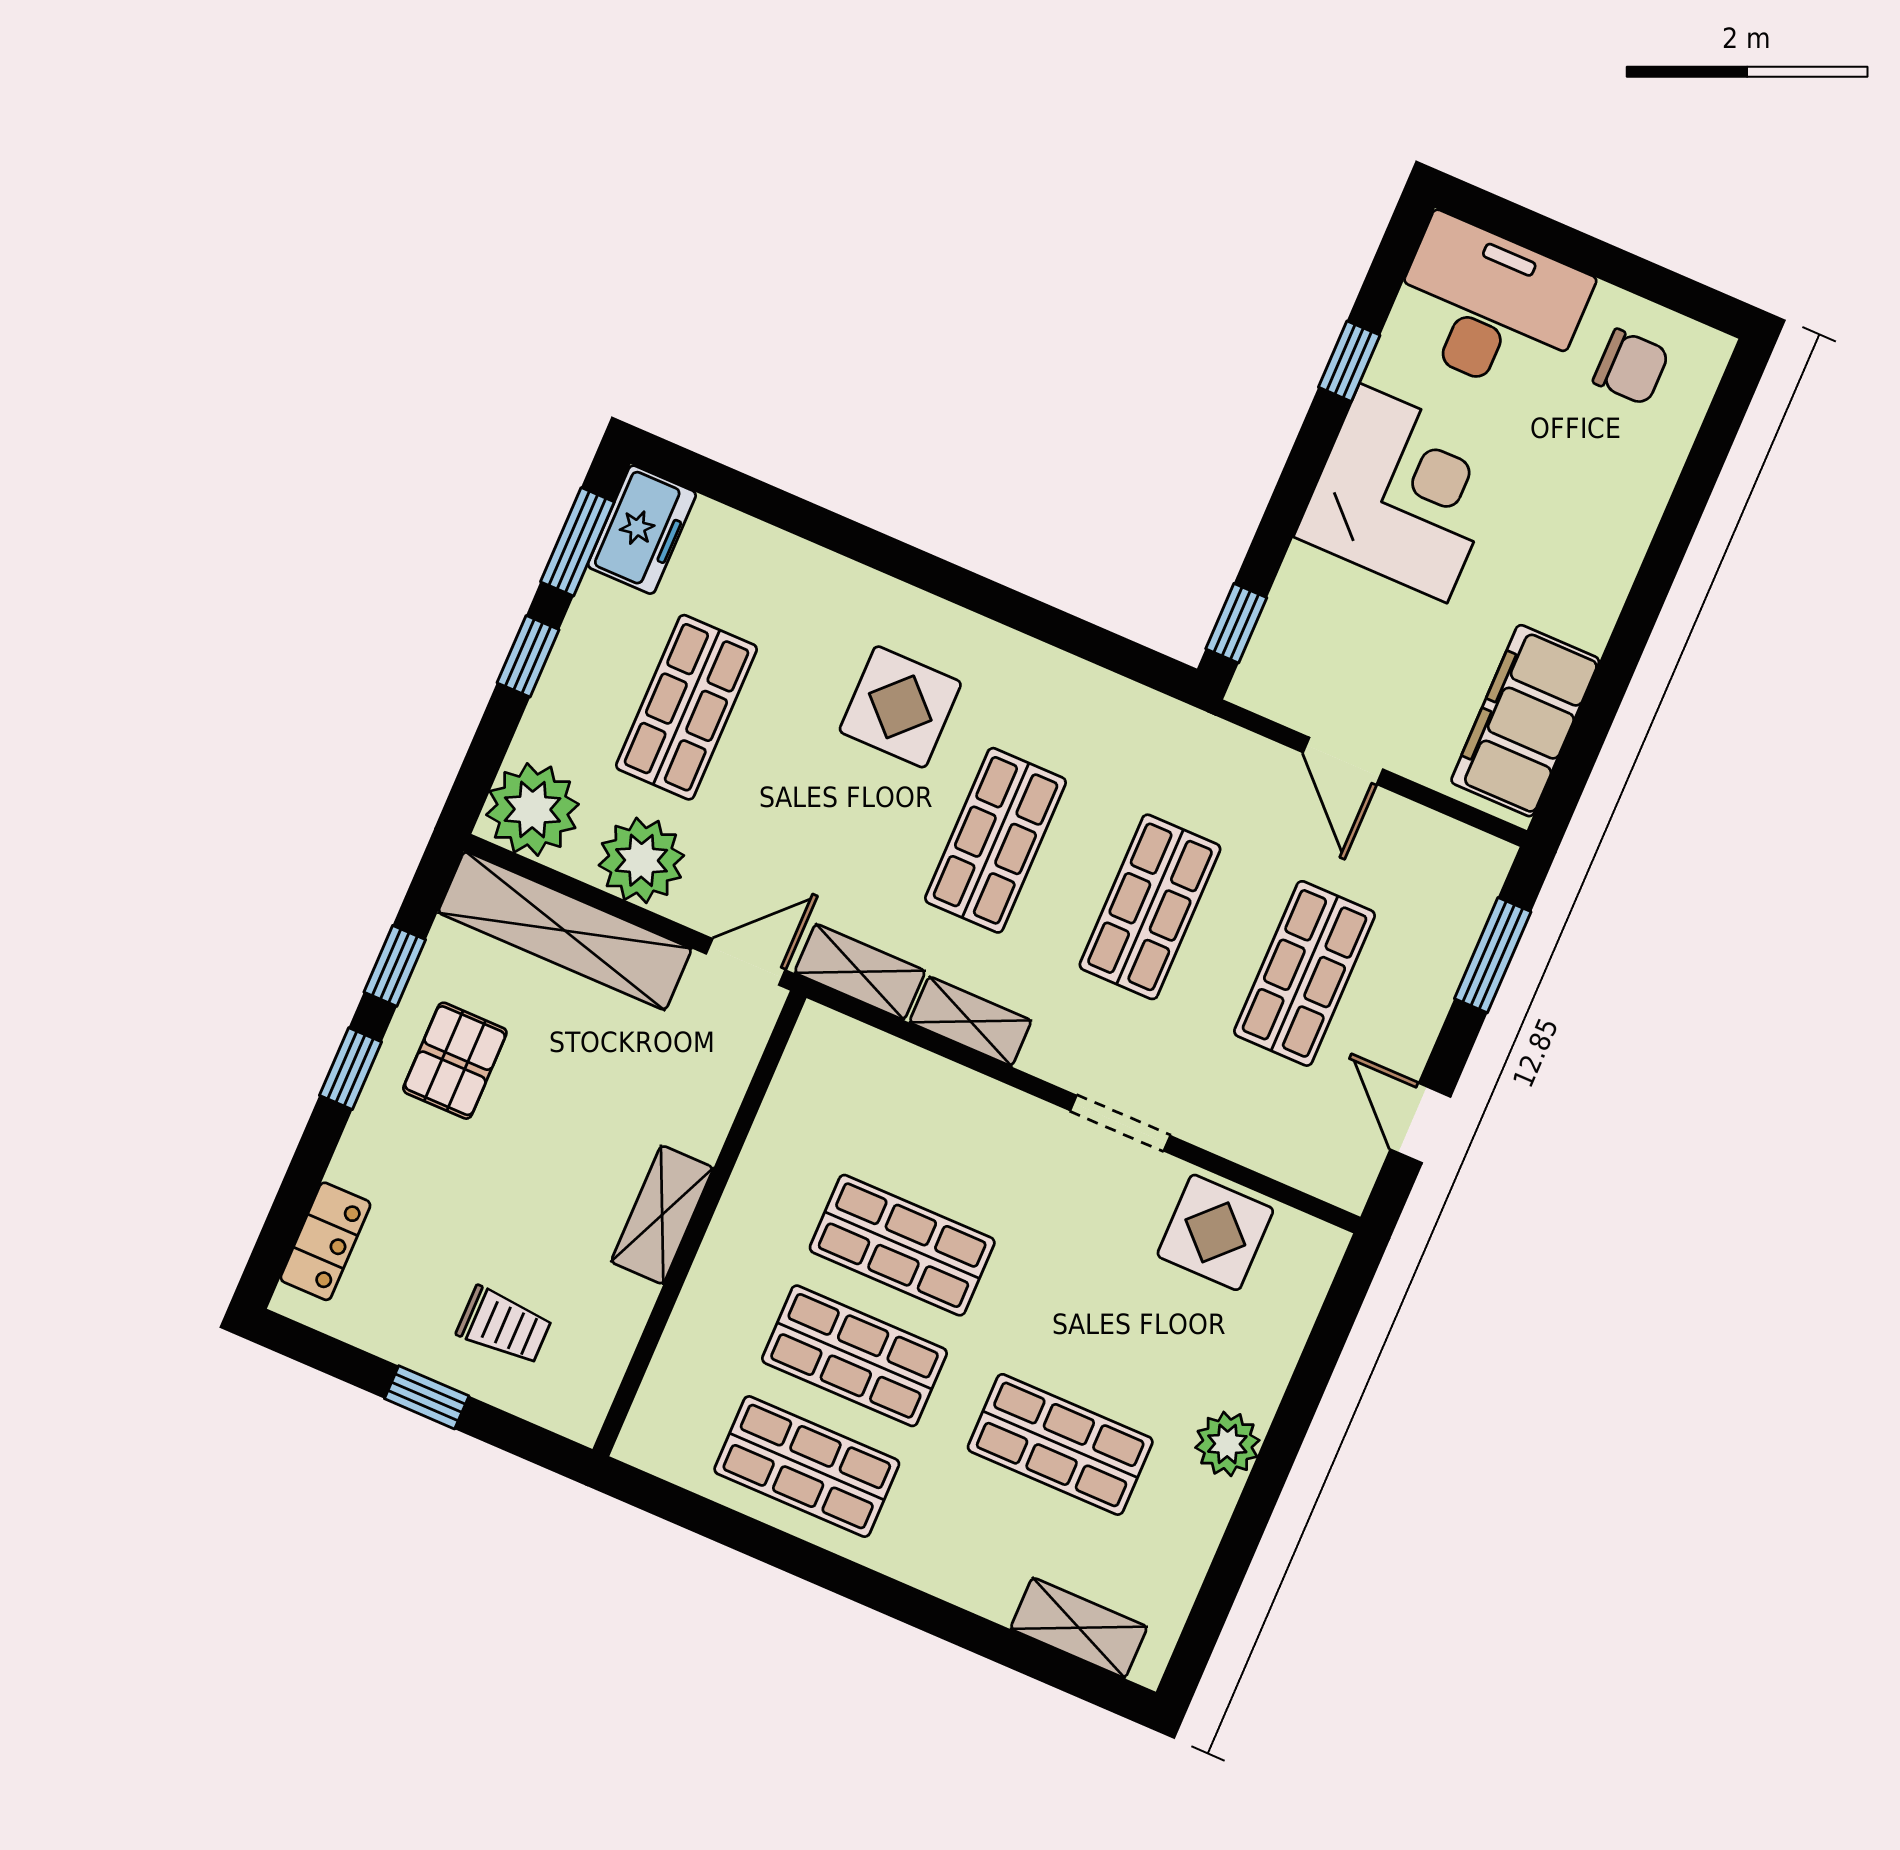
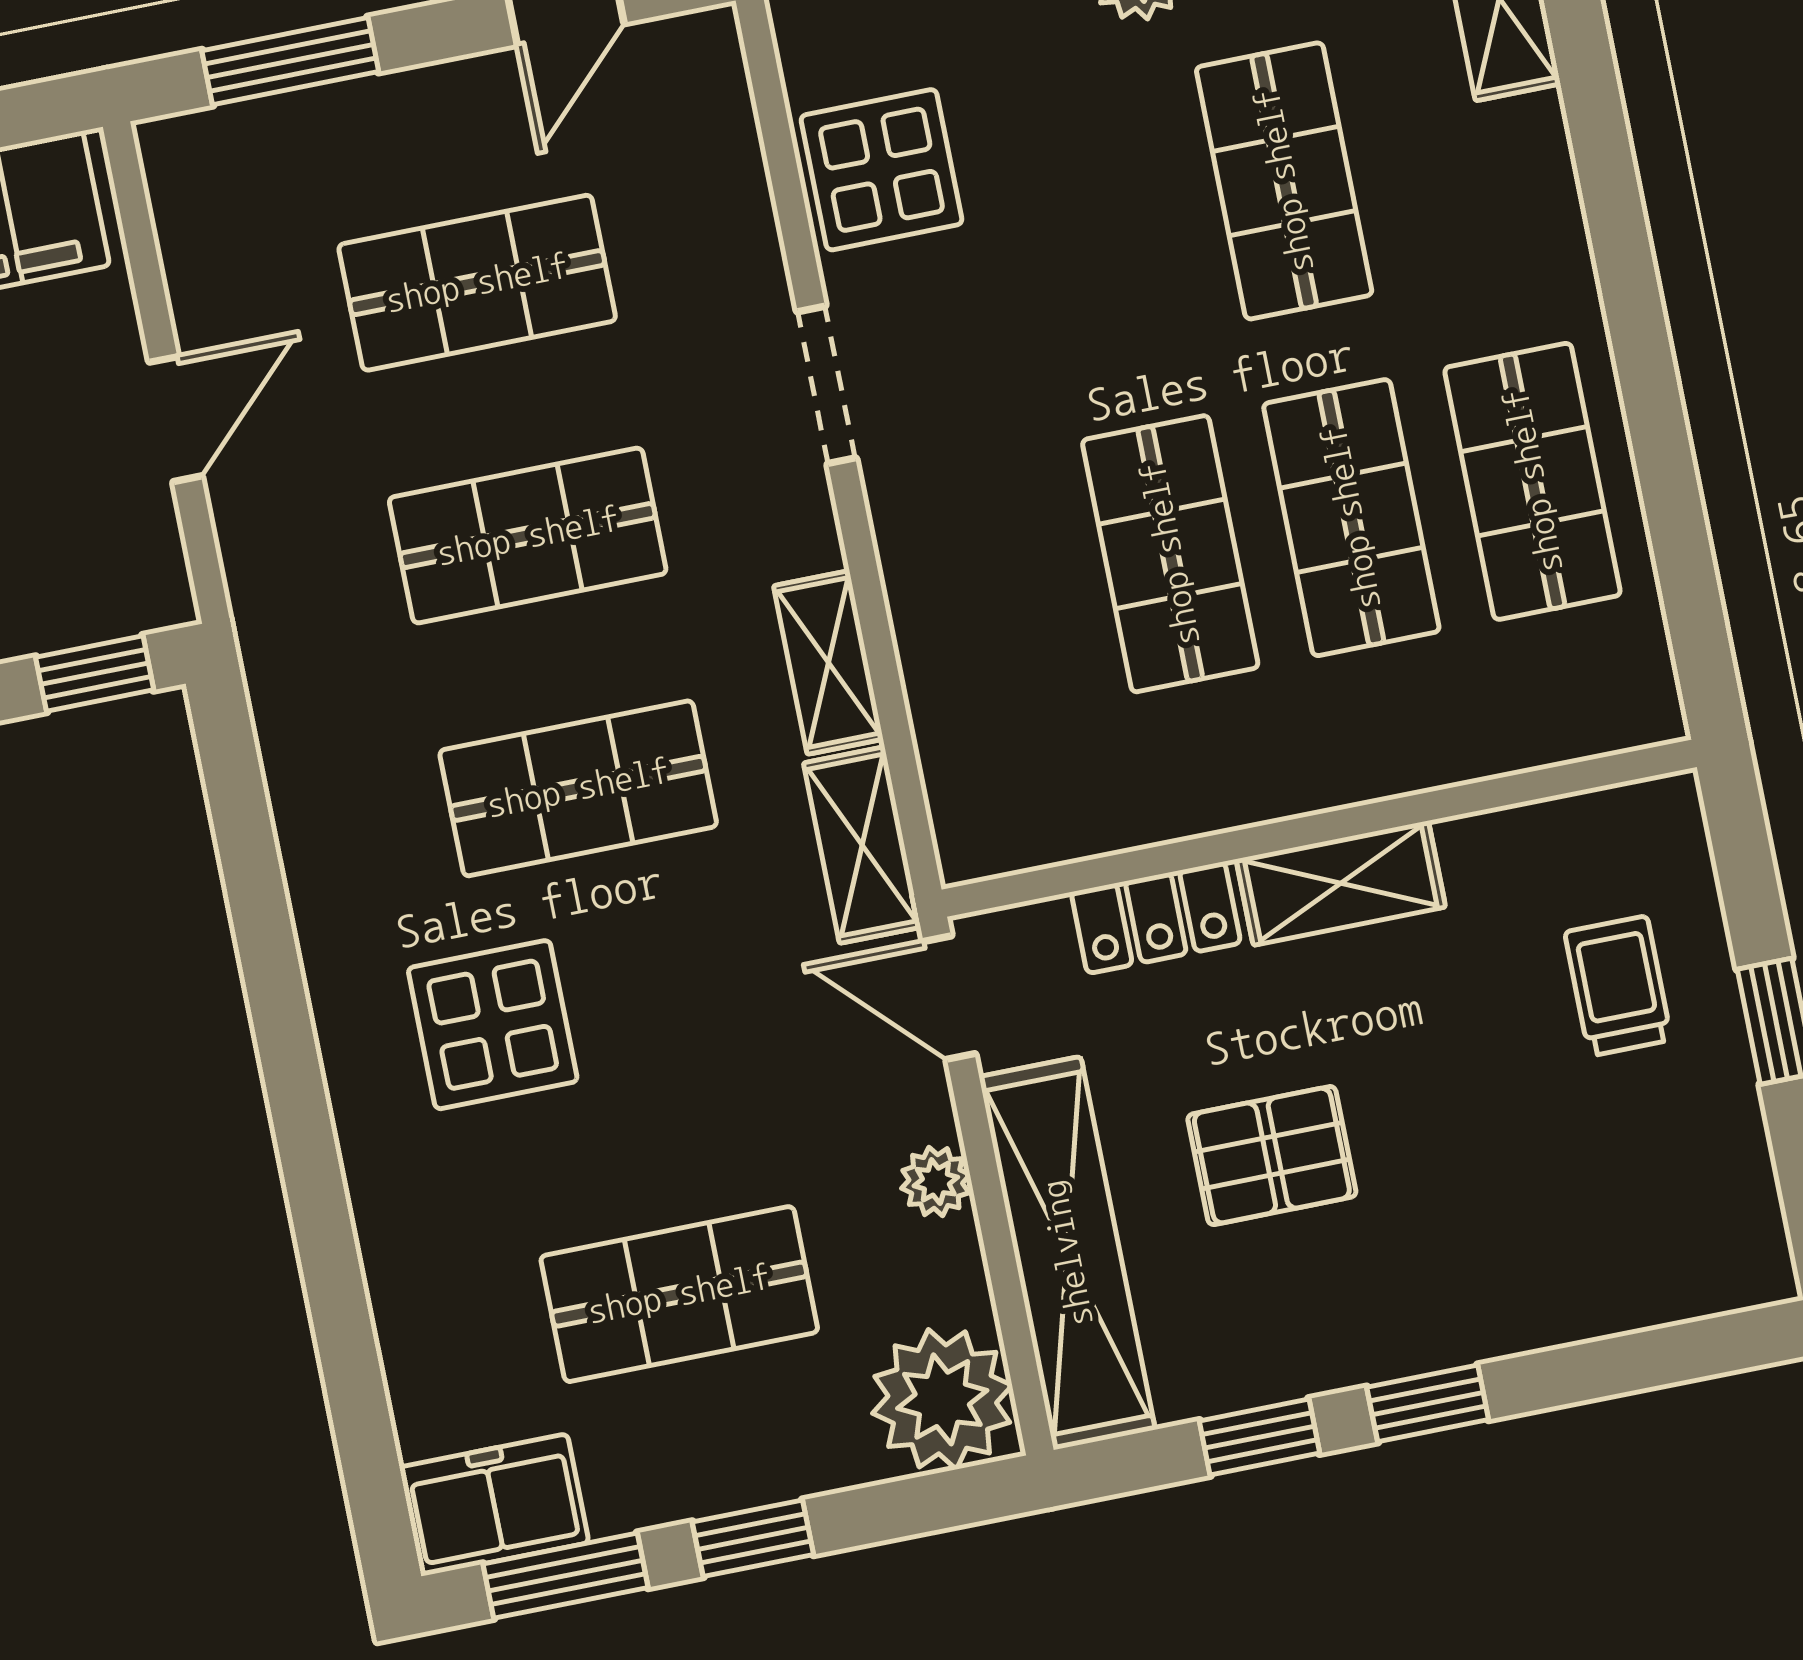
plant: (641, 860) -> (936, 1182), width x0.53, depth x0.53
pallet: (455, 1061) -> (1272, 1156), moved
locker: (325, 1241) -> (1156, 918), moved, turned 180

